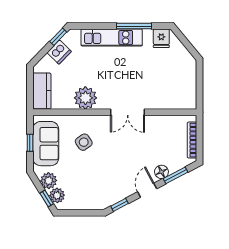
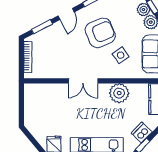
double door: (128, 112) -> (83, 81), swing flipped
armchair: (107, 168) -> (100, 33), added
floor lamp: (161, 172) -> (54, 30), removed

